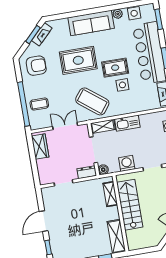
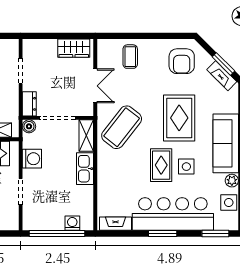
side table: (122, 85) -> (186, 167), moved
window: (24, 104) -> (134, 36), removed

